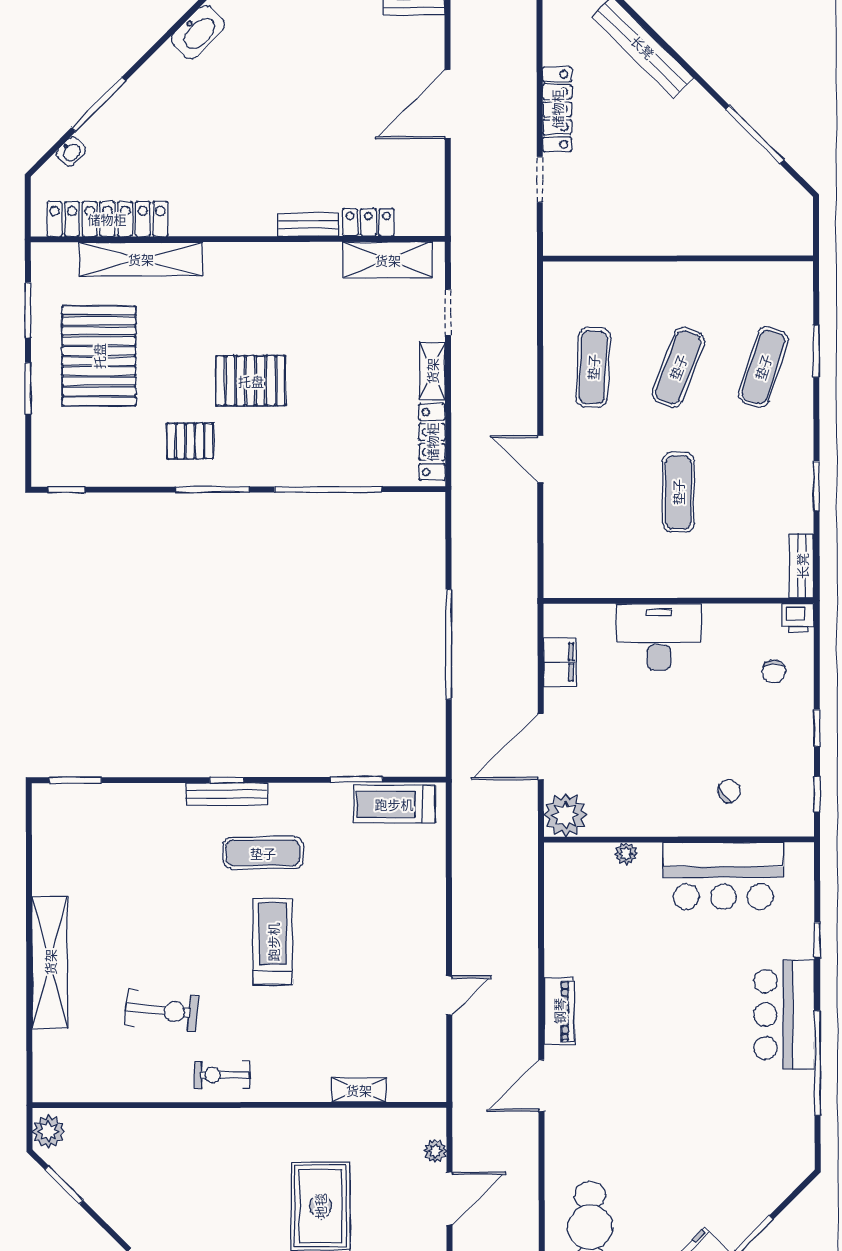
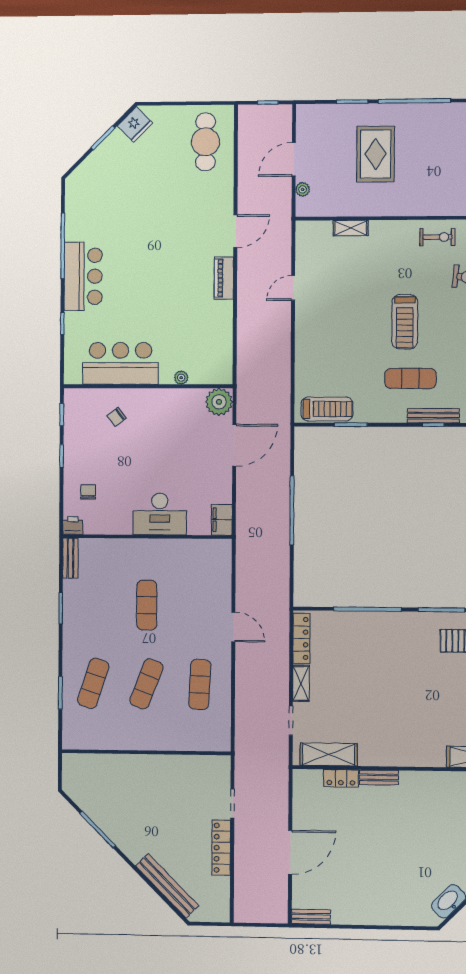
pallet: (251, 381) -> (416, 679), removed
filing cabinet: (560, 662) -> (222, 520), moved

